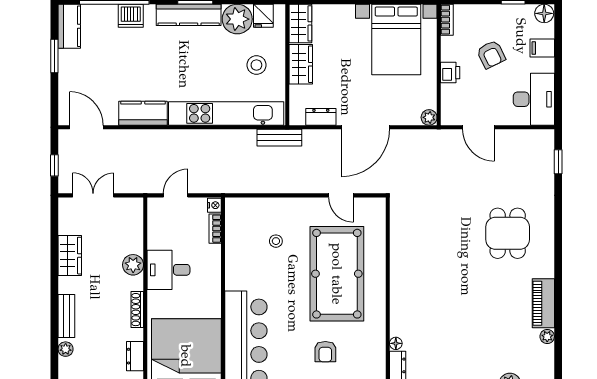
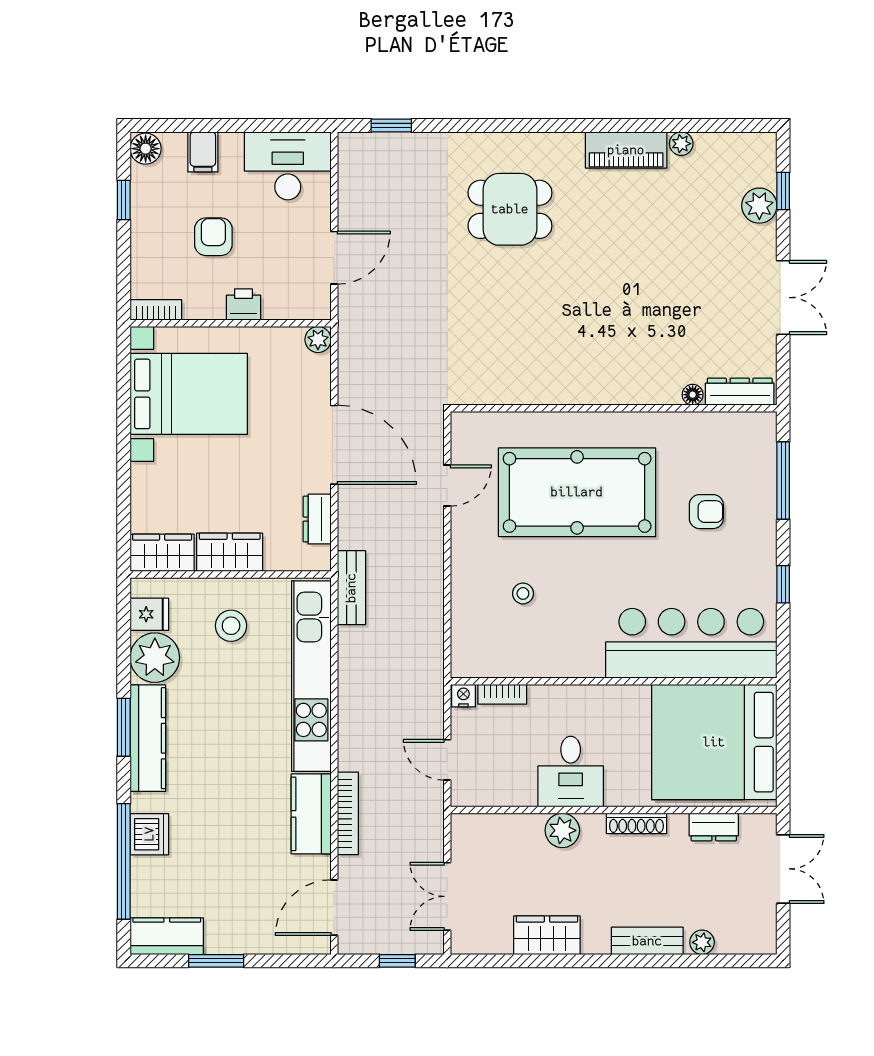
armchair: (491, 54) -> (213, 237), turned -64
bookcase: (143, 135) -> (348, 813), added

